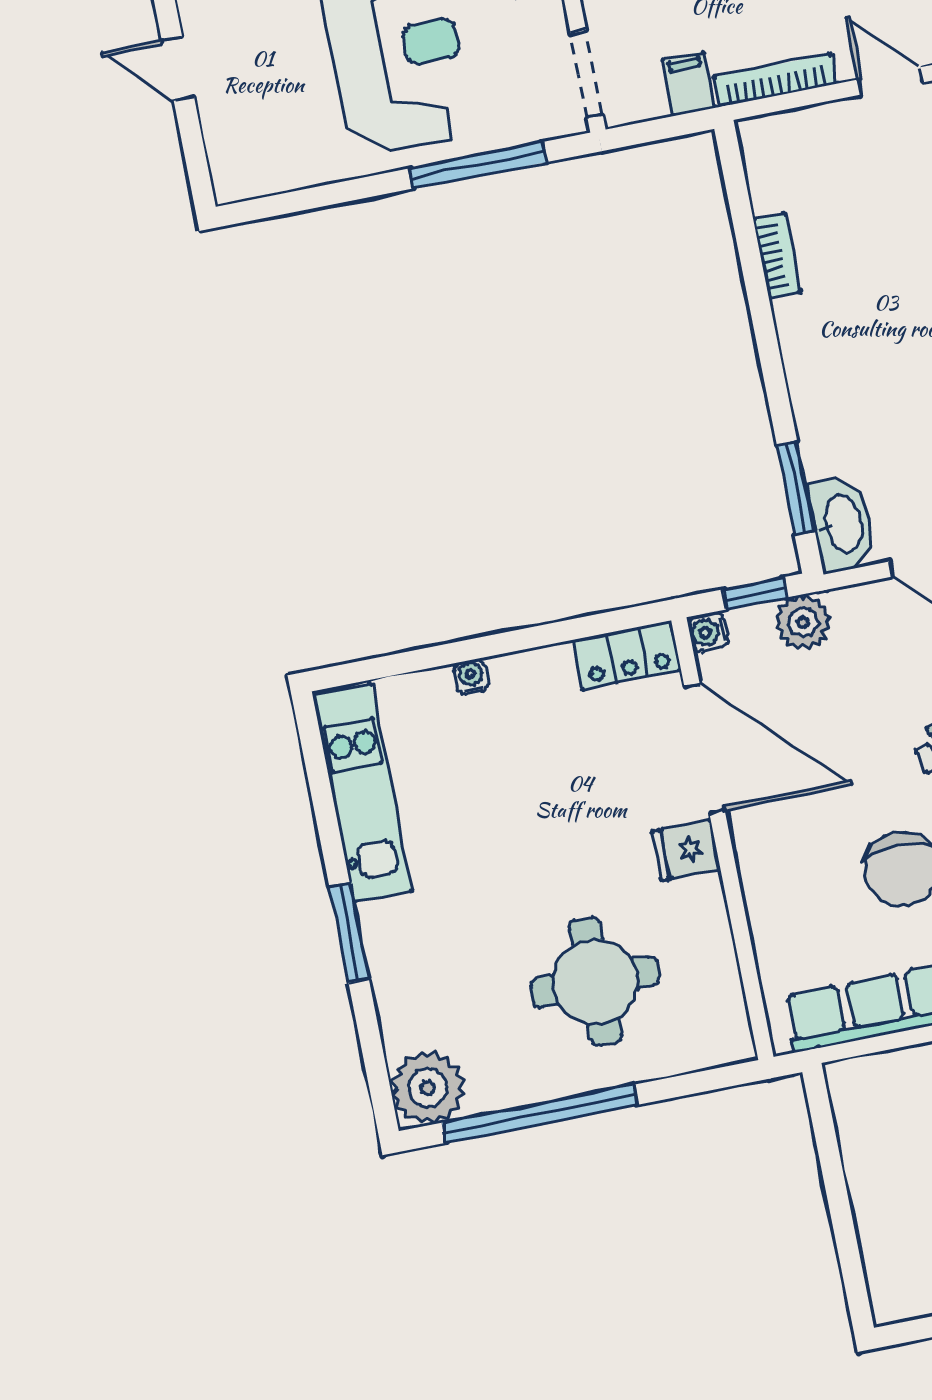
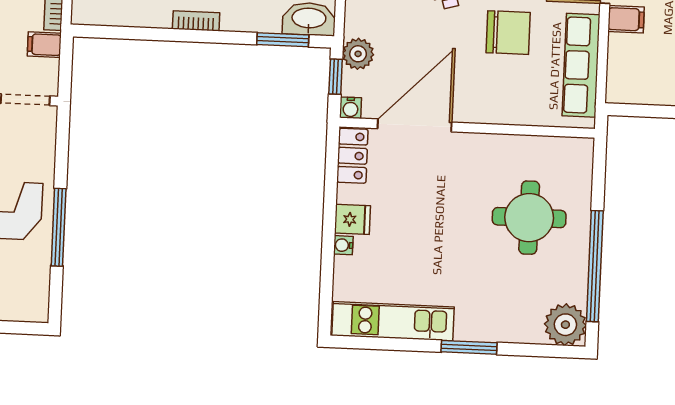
window: (478, 165) -> (59, 227), moved
bookcase: (777, 256) -> (196, 21), moved
fridge: (686, 850) -> (352, 219), moved, turned -90

